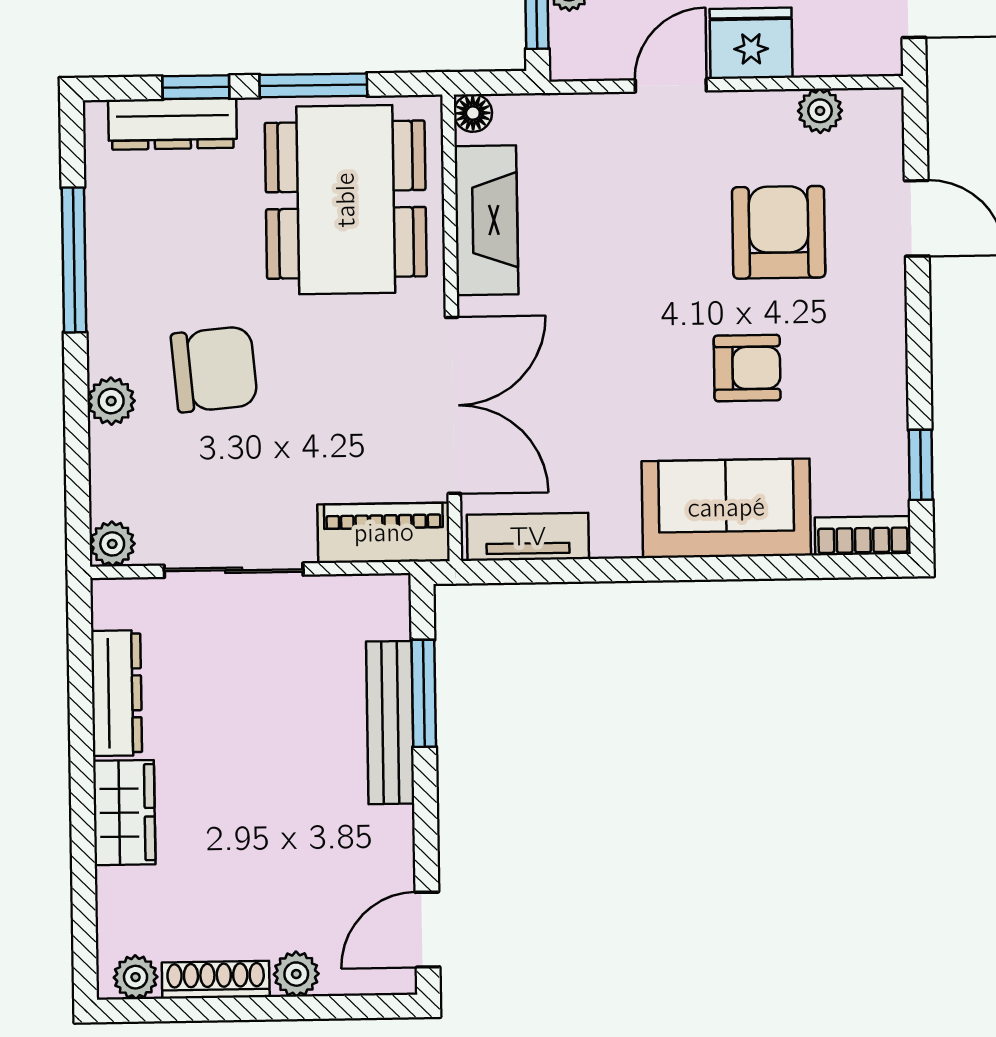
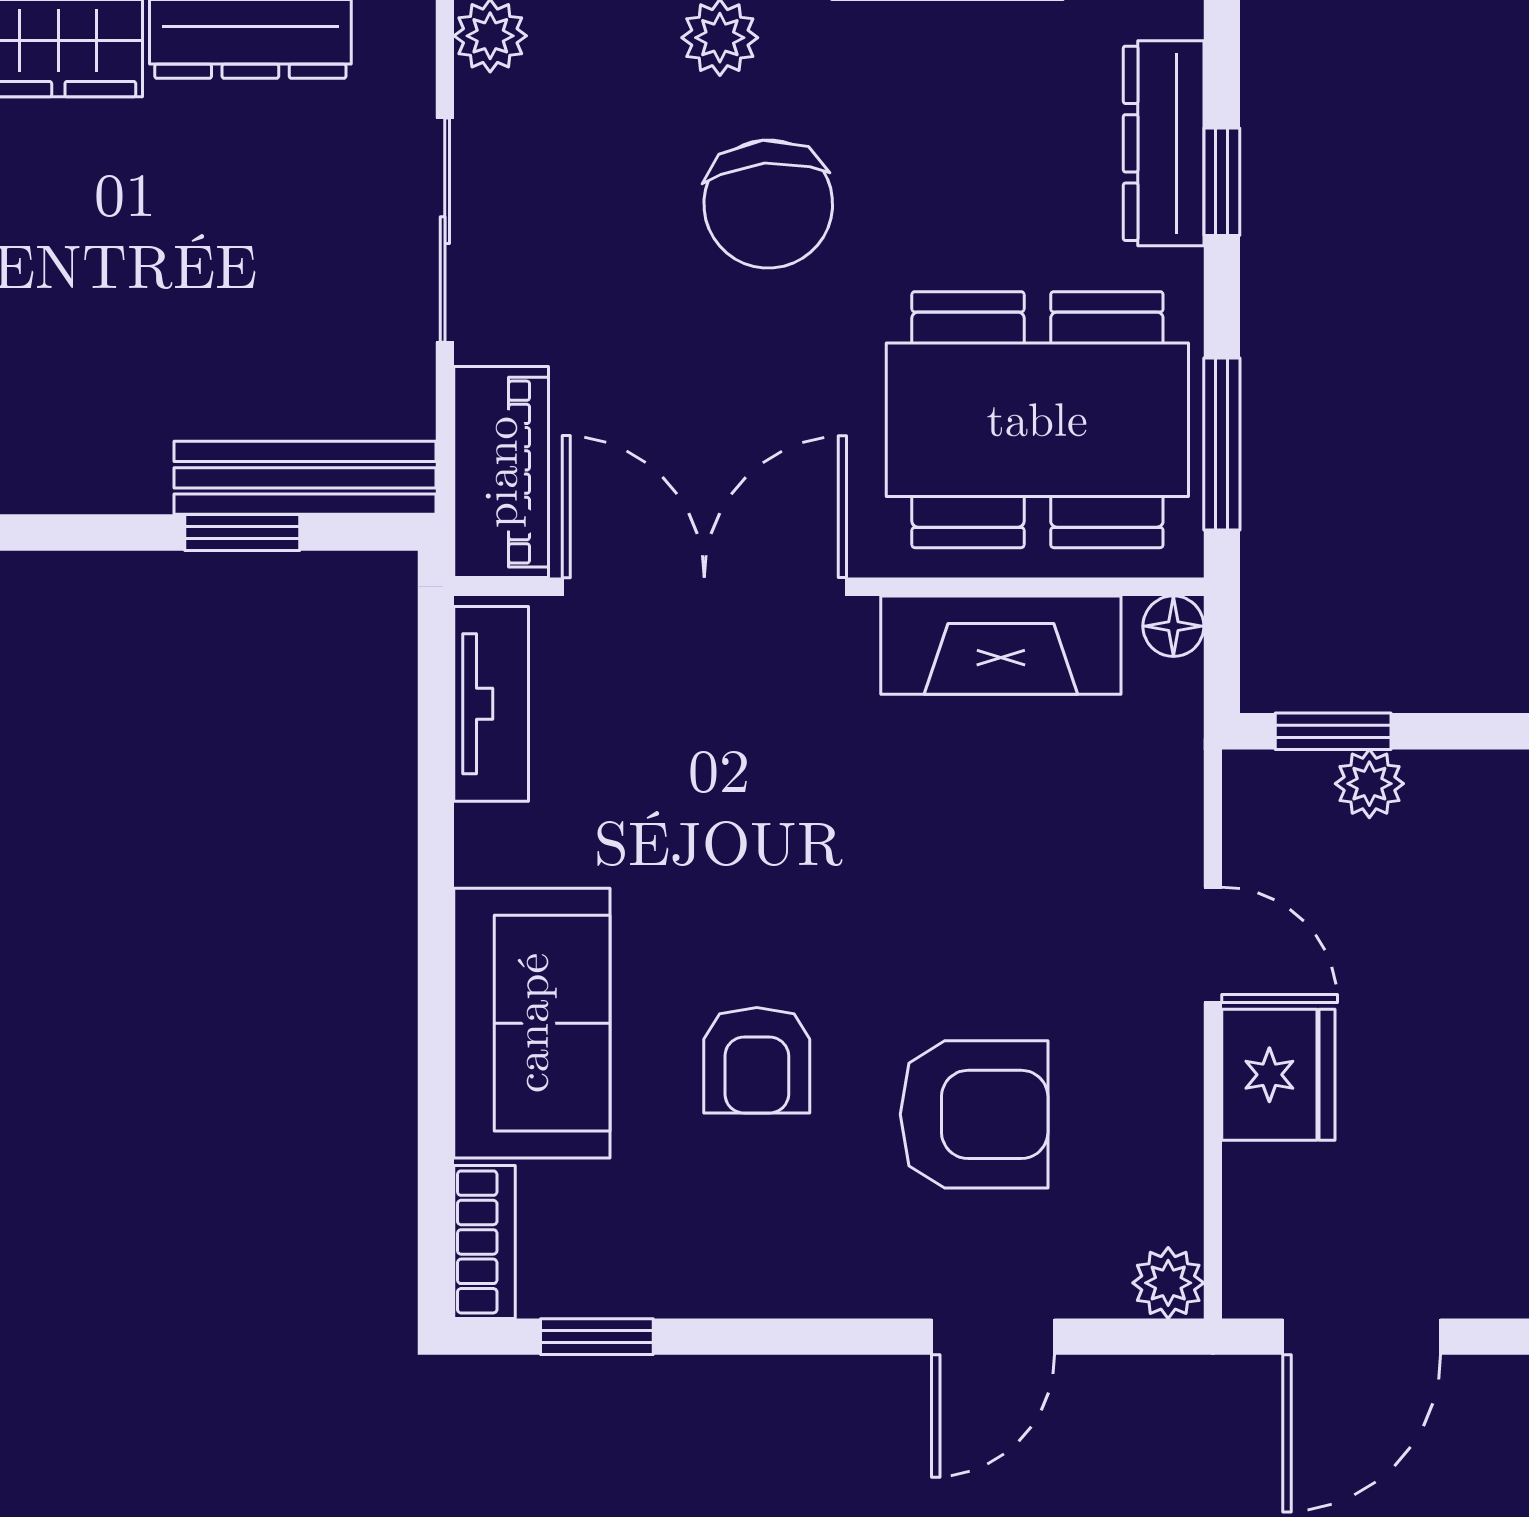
window: (313, 85) -> (1222, 444), moved
plant: (820, 111) -> (1168, 1283), moved
double door: (453, 405) -> (704, 587), swing flipped
window: (424, 693) -> (242, 533), width x0.67
bench: (390, 723) -> (305, 478), moved

